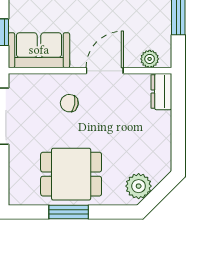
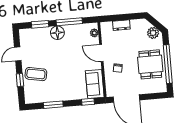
dresser: (161, 92) -> (121, 25), moved
window: (69, 212) -> (168, 64), width x2.11

